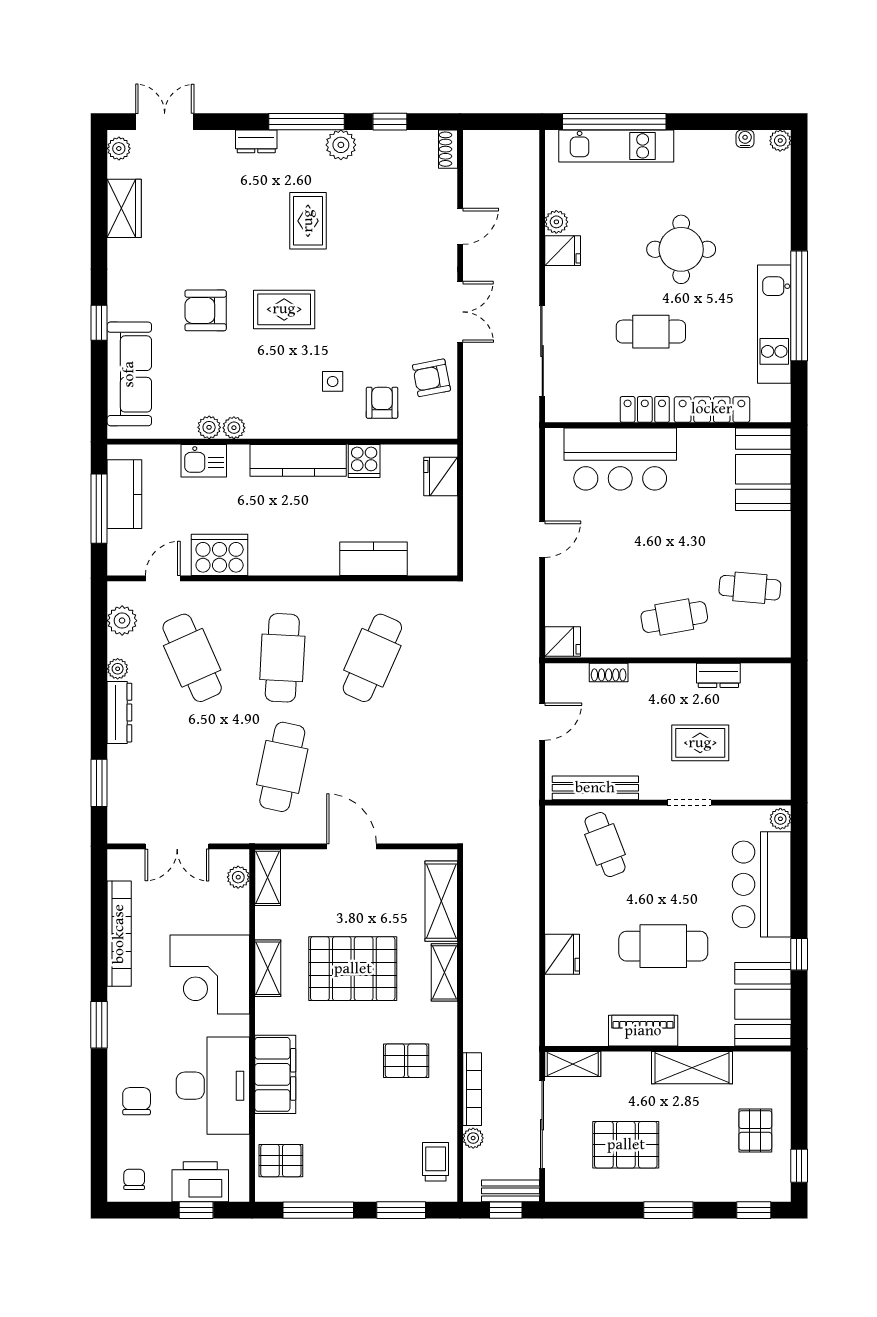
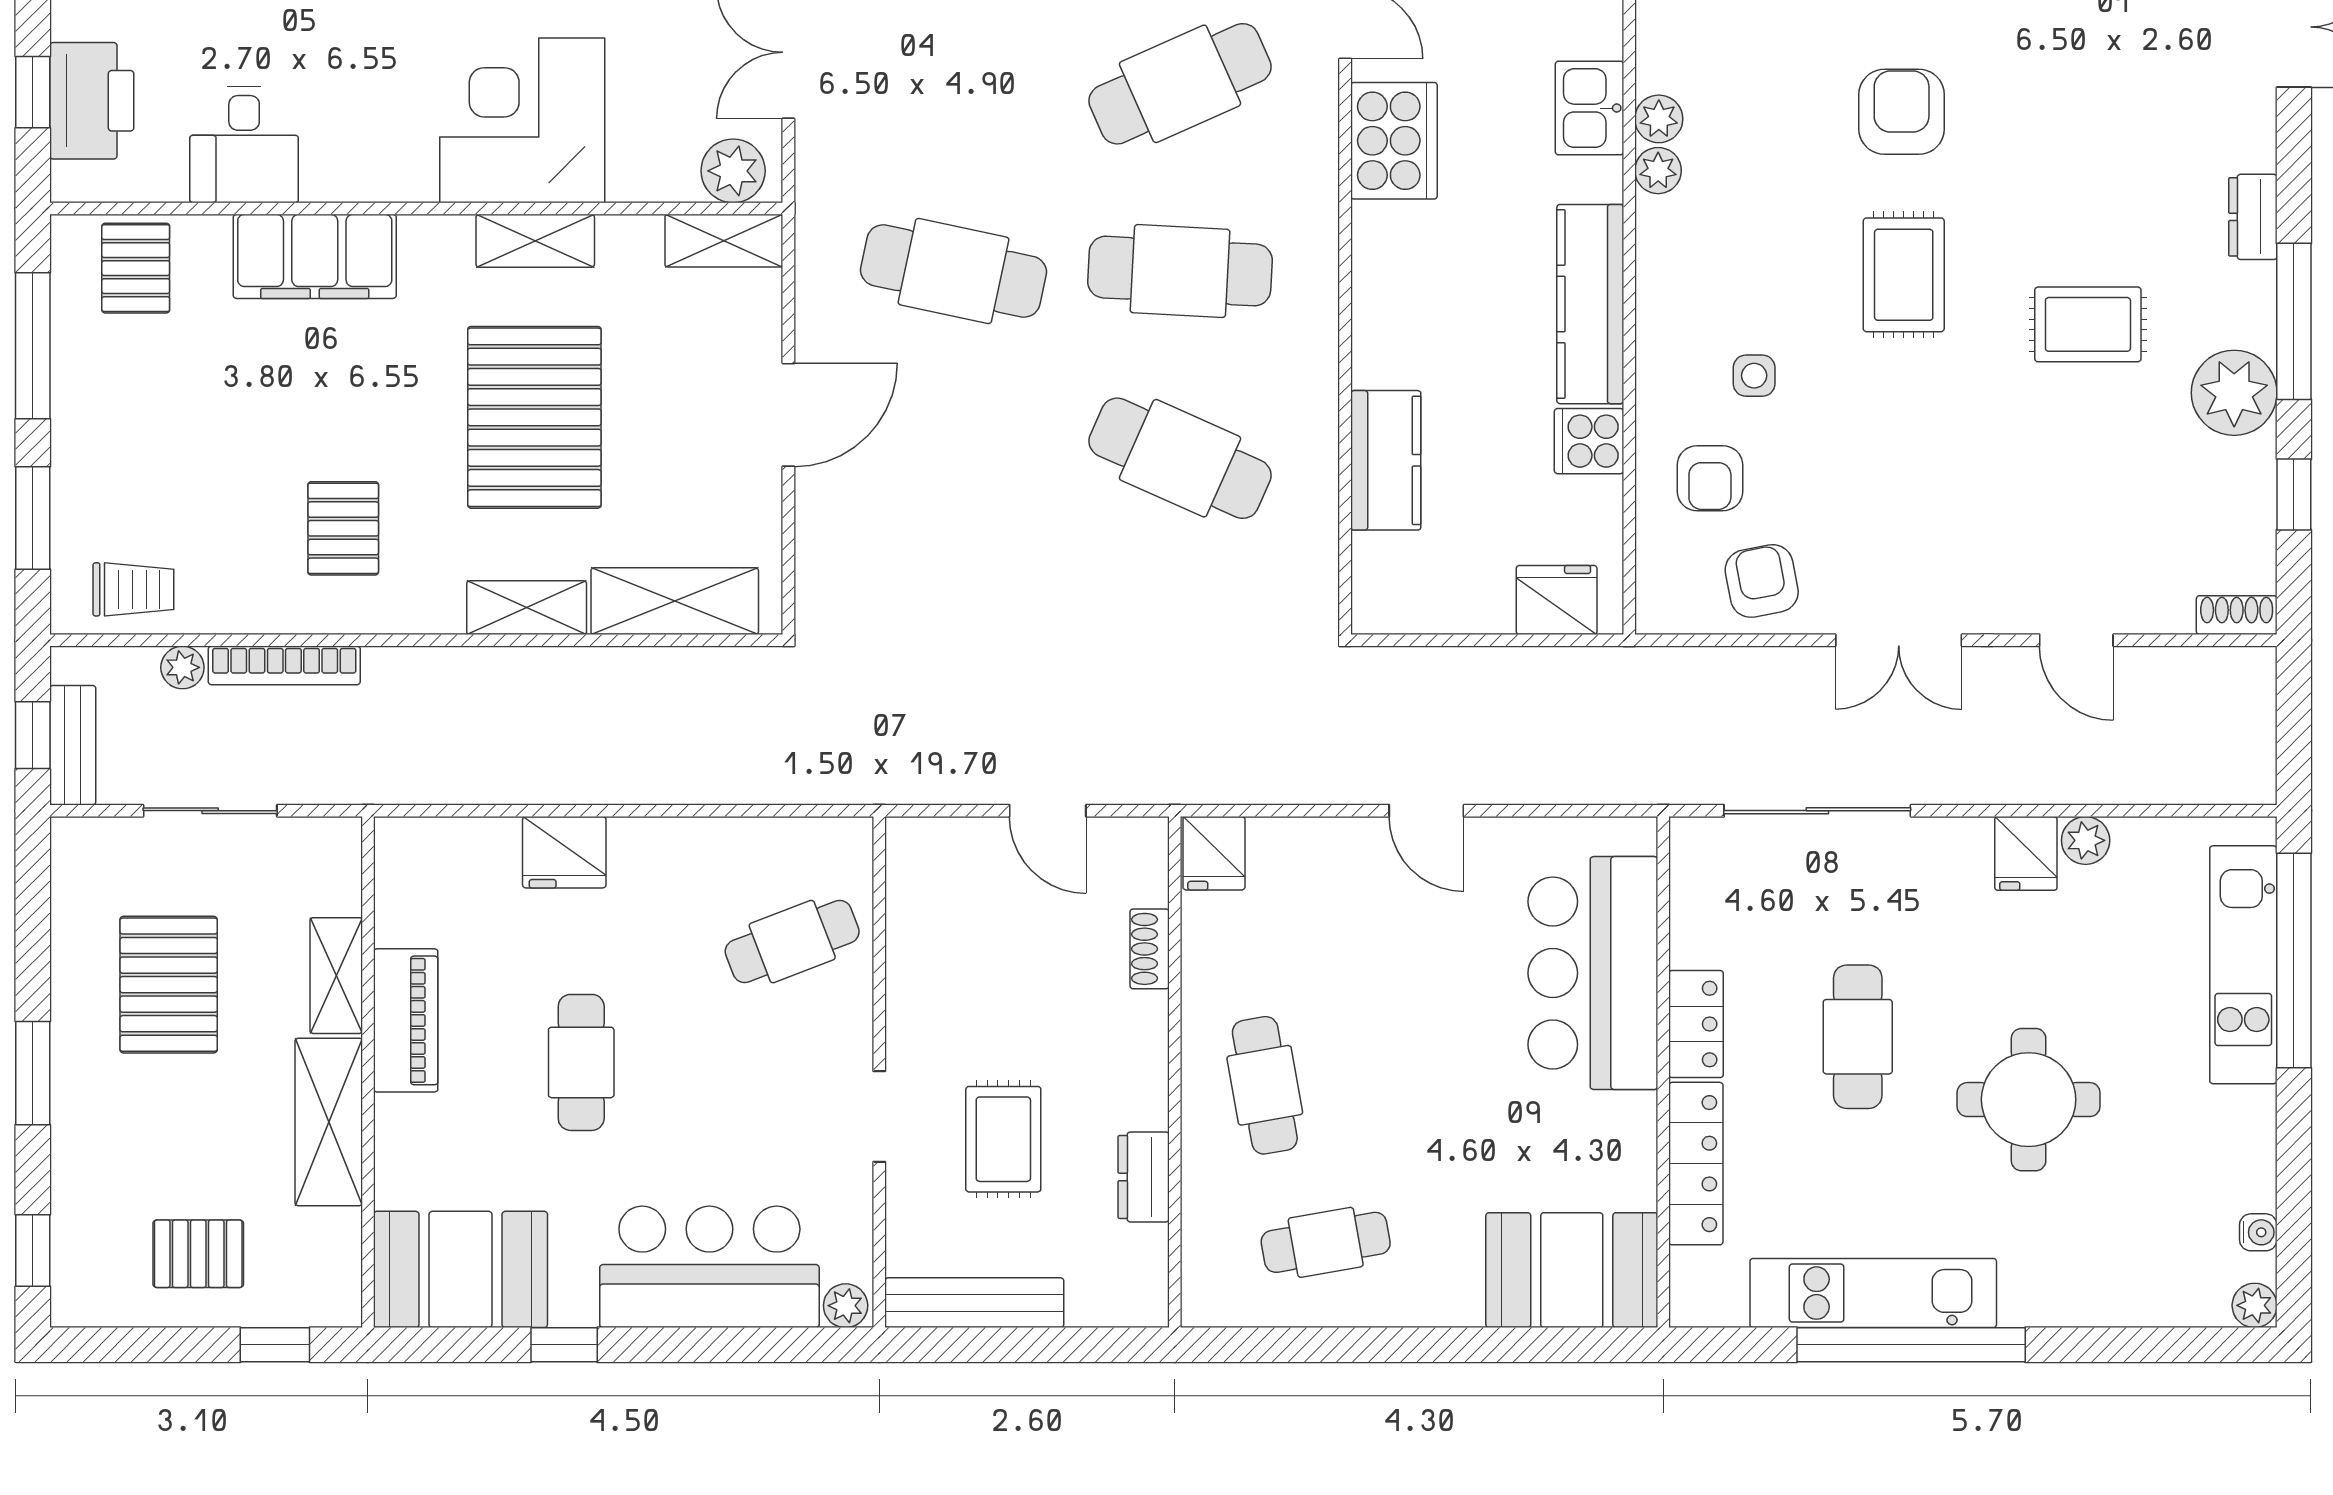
plant: (341, 145) -> (2234, 393), width x1.36, depth x1.36
armchair: (382, 403) -> (1710, 478), turned 90
cafe table: (750, 588) -> (1326, 1242), turned 75
bench: (595, 788) -> (974, 1303), moved, turned 90
plant: (238, 877) -> (733, 171), width x1.38, depth x1.38
cafe table: (663, 946) -> (581, 1062), width x0.73, depth x0.74
shelving: (573, 1064) -> (336, 976), moved
desk: (213, 1086) -> (244, 144), width x0.53, depth x0.77
sliding door: (542, 1125) -> (210, 811), width x0.73
window: (799, 1166) -> (275, 1345), moved

